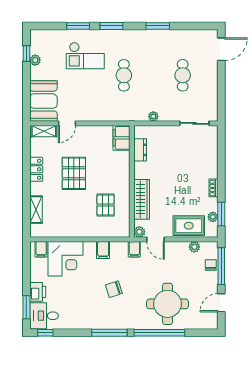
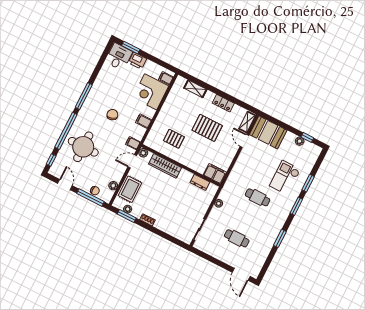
window: (45, 333) -> (51, 160), moved

